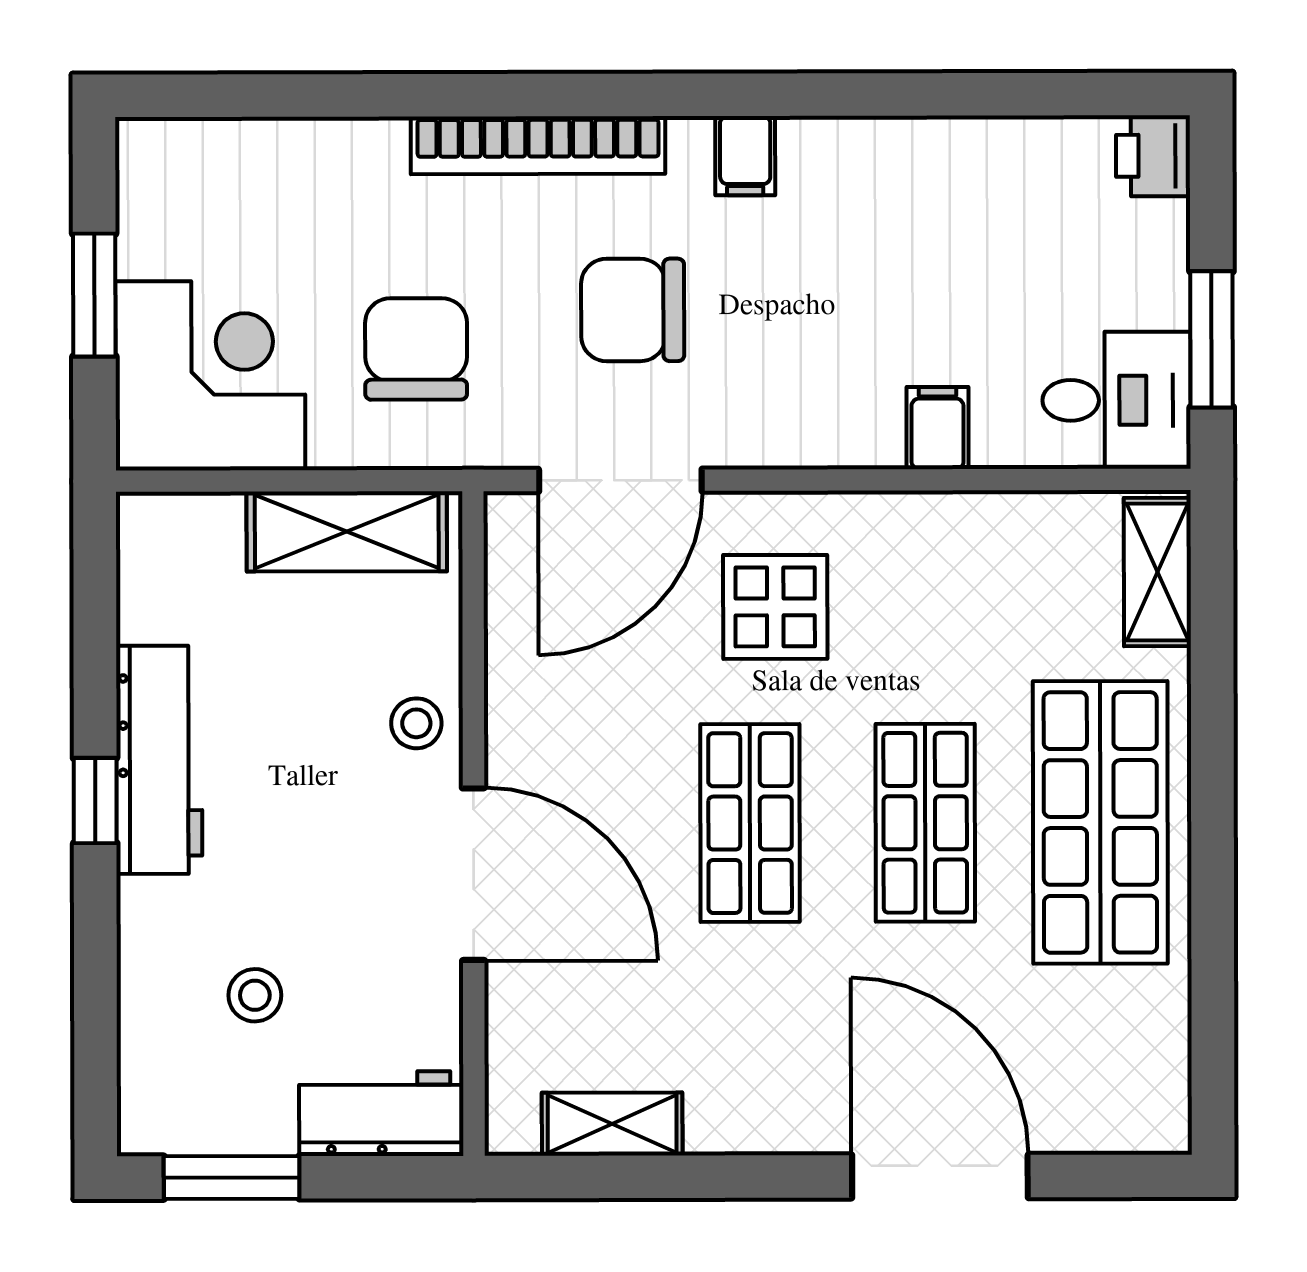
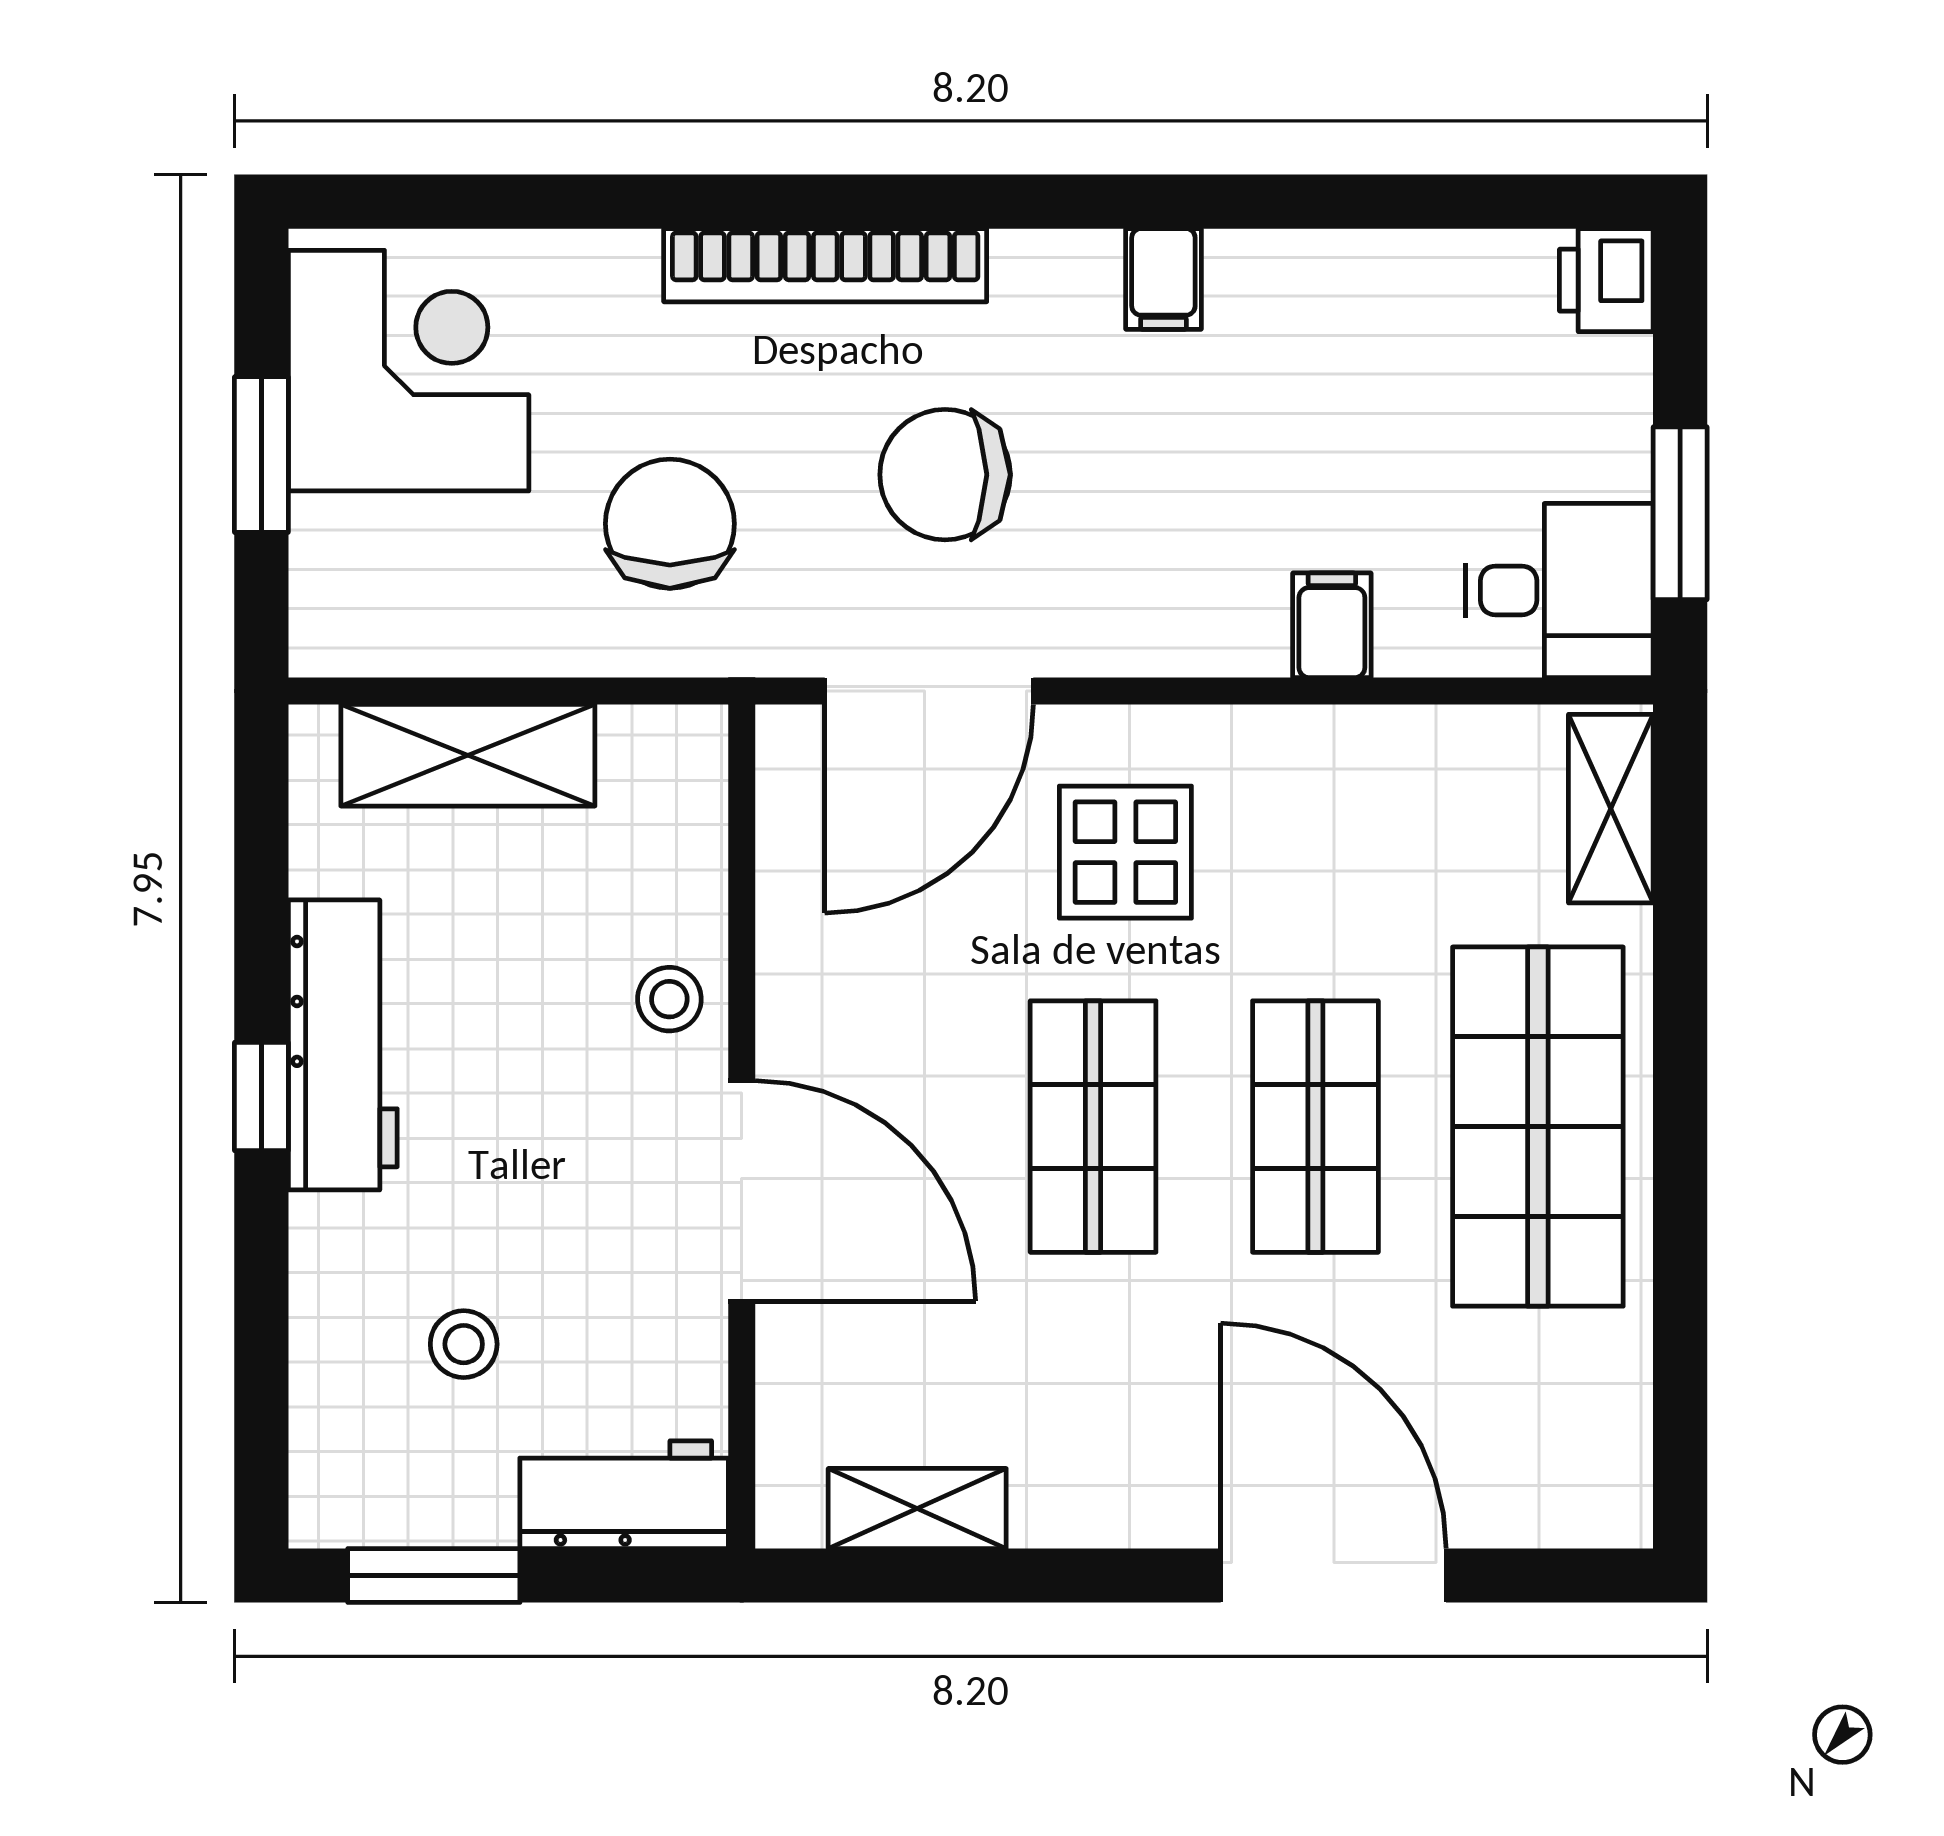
filing cabinet: (745, 156) -> (1163, 279), moved
corner desk: (210, 376) -> (409, 371), moved
shelving: (347, 531) -> (468, 755), moved

